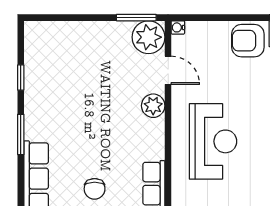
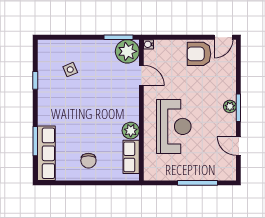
side table: (69, 62) -> (70, 70), added
plant: (153, 106) -> (131, 131), moved
window: (21, 134) -> (35, 141), moved

